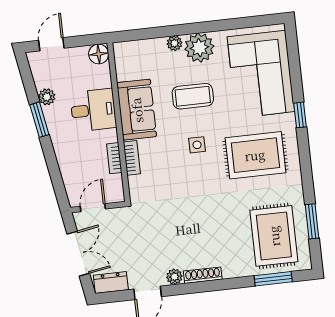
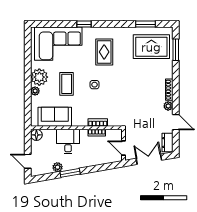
sofa: (137, 110) -> (55, 117), moved
rug: (255, 155) -> (104, 52), width x0.73, depth x0.70

